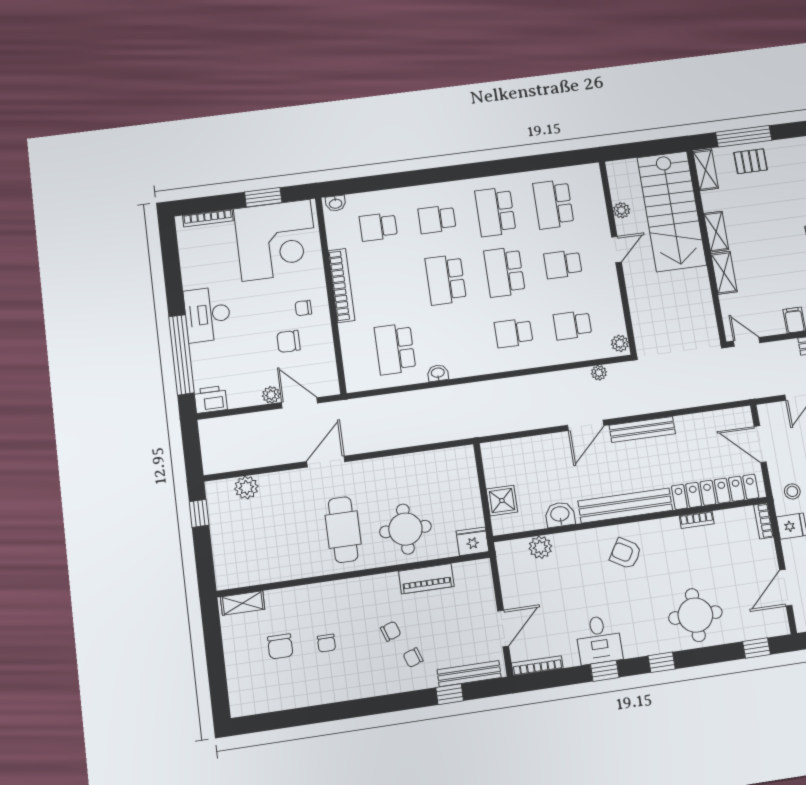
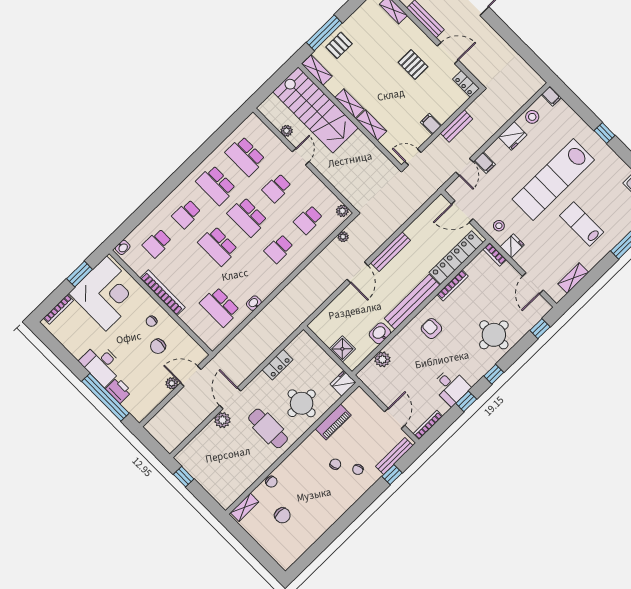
printer: (211, 399) -> (119, 390), moved, turned 90
locker: (411, 463) -> (278, 365), added
plant: (246, 488) -> (222, 420), moved
bookcase: (697, 520) -> (453, 285), width x1.56
armchair: (626, 553) -> (431, 329), turned 59
chair: (326, 643) -> (271, 482), moved

